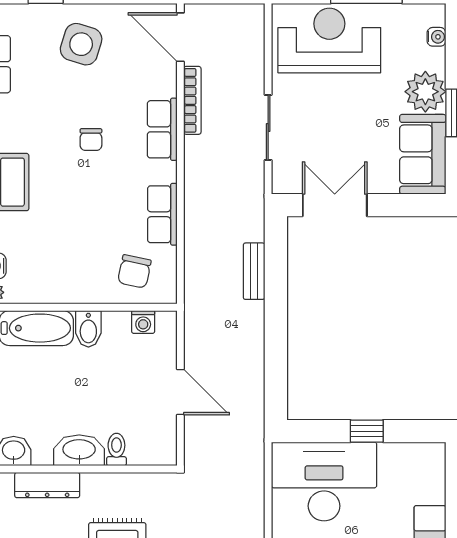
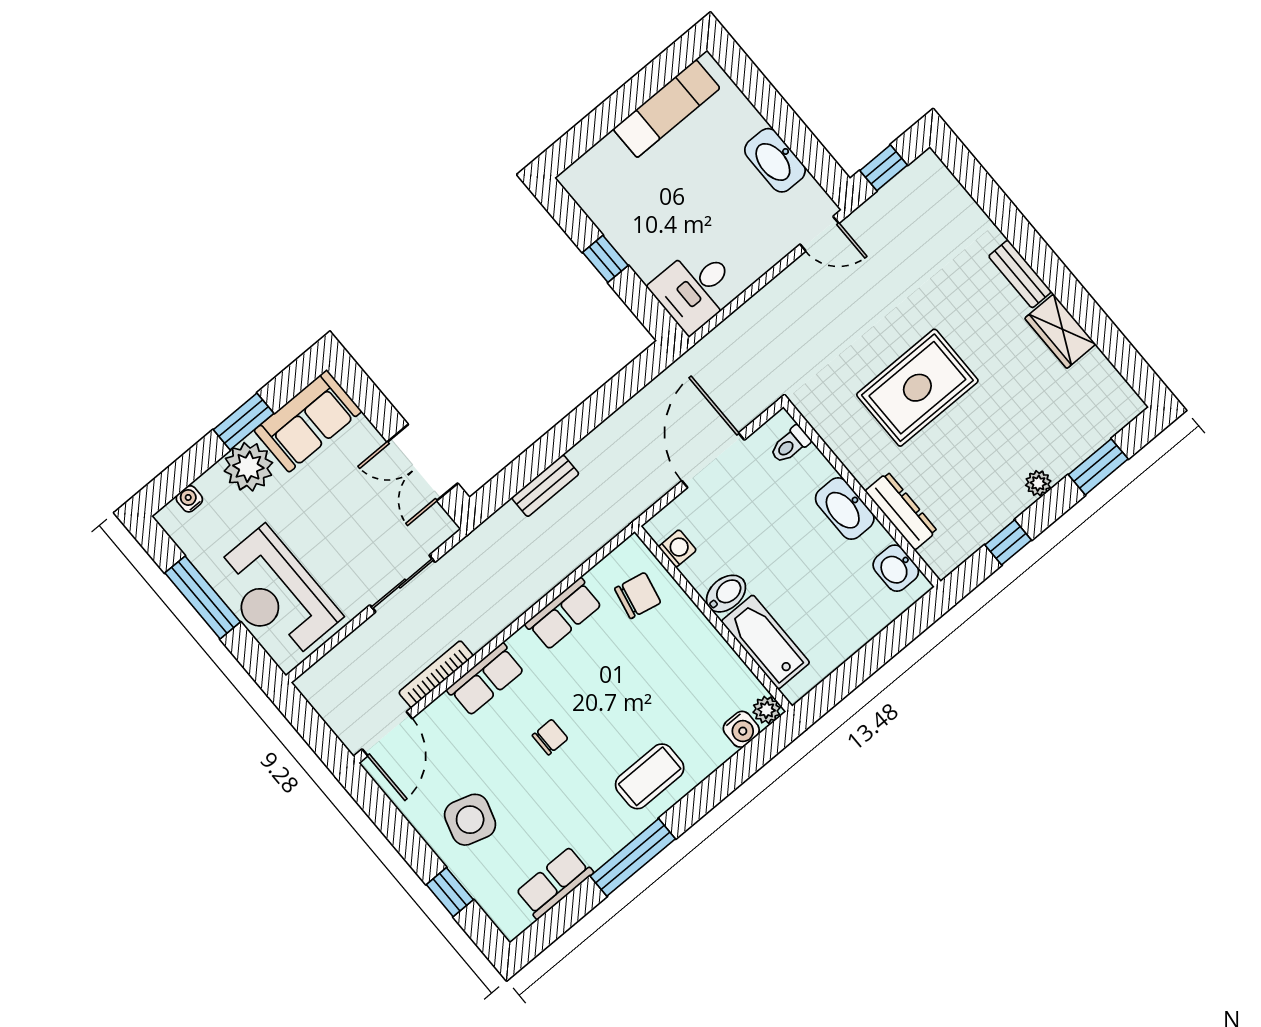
door: (180, 392) -> (713, 460), width x1.36
toilet: (116, 450) -> (790, 445), moved
desk: (324, 482) -> (695, 289), width x0.53, depth x0.77

